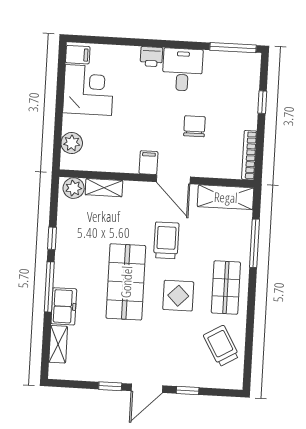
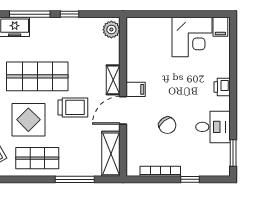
window: (233, 48) -> (233, 153), width x0.69
desk: (183, 70) -> (213, 127), moved
chair: (194, 126) -> (167, 125), turned 53
plant: (72, 143) -> (148, 26), removed
bookcase: (249, 155) -> (160, 171), moved
shelving: (104, 188) -> (113, 80), moved
display table: (178, 296) -> (28, 120), width x1.36, depth x1.36

